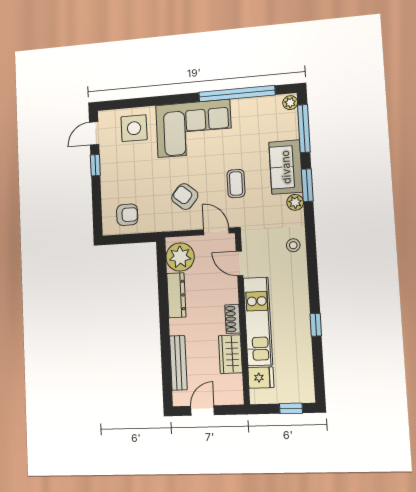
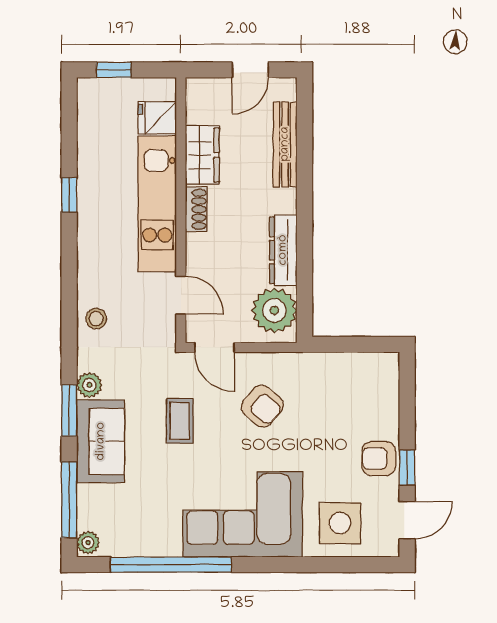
armchair: (127, 215) -> (379, 459), moved

